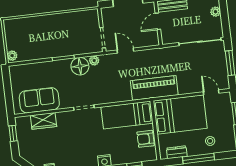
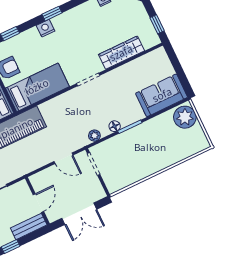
plant: (12, 56) -> (185, 117), width x1.88, depth x1.88
floor lamp: (80, 66) -> (115, 126), width x0.53, depth x0.53
sofa: (39, 100) -> (162, 95), moved, turned 180
wardrobe: (44, 121) -> (121, 53), width x1.50

